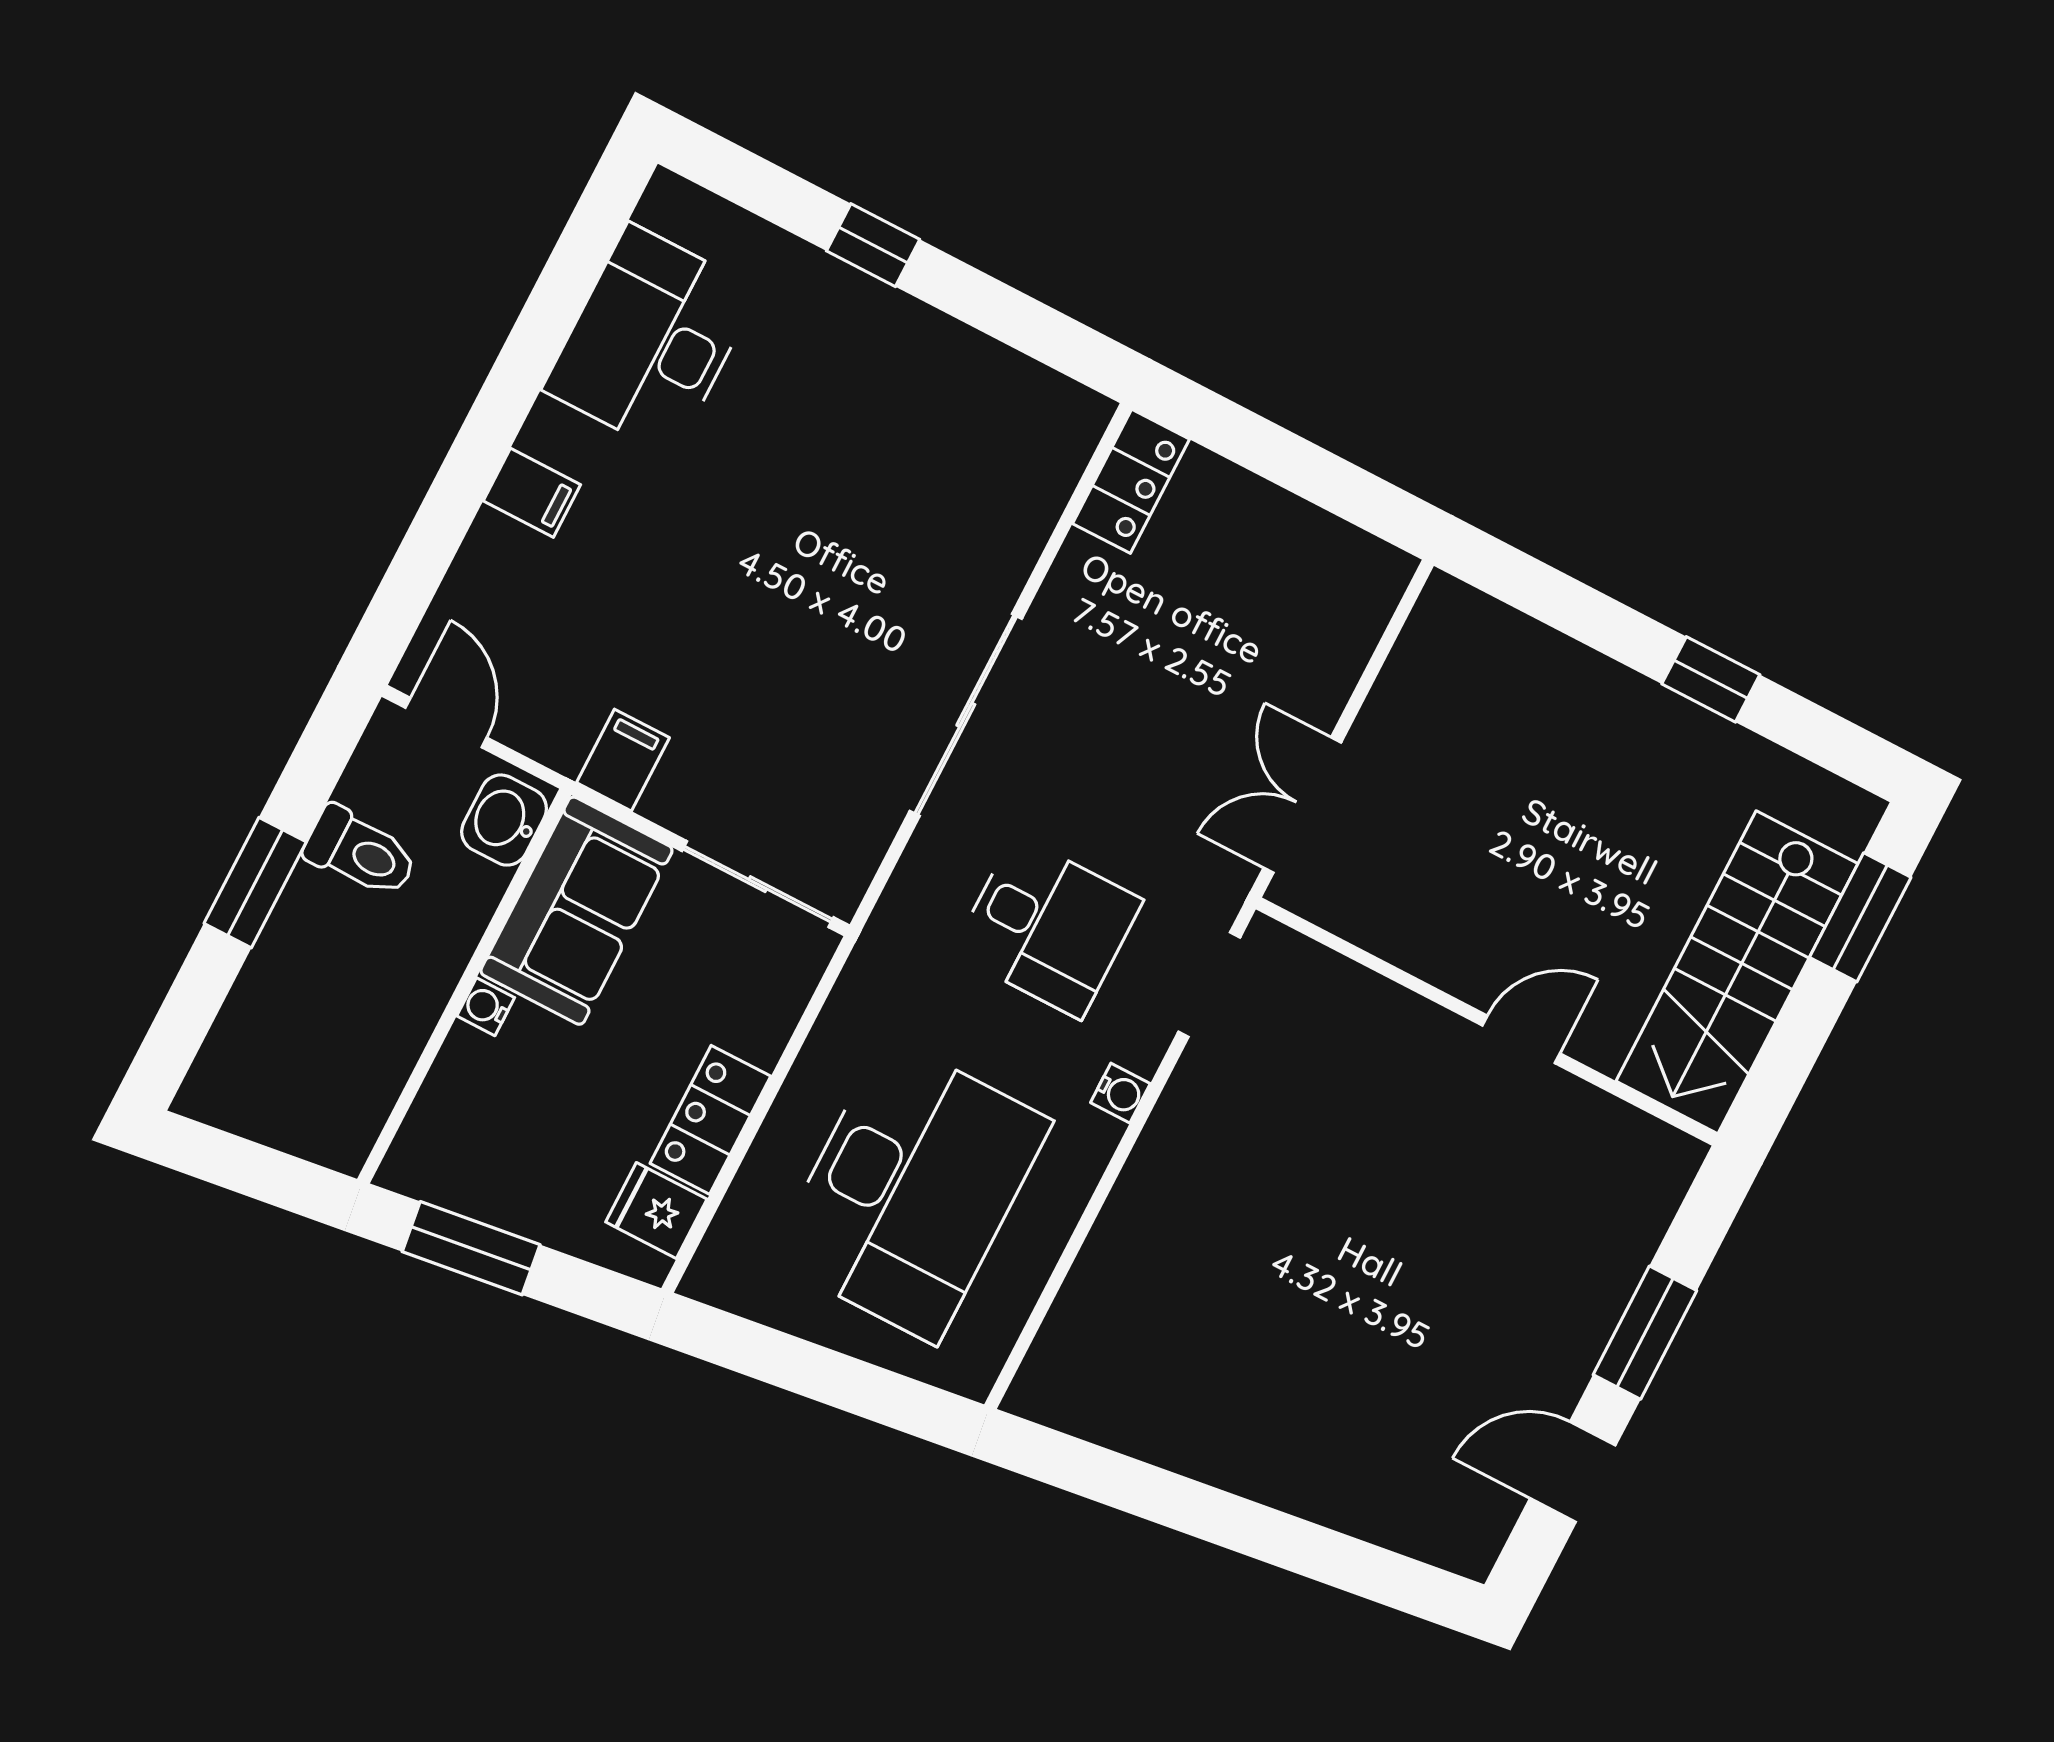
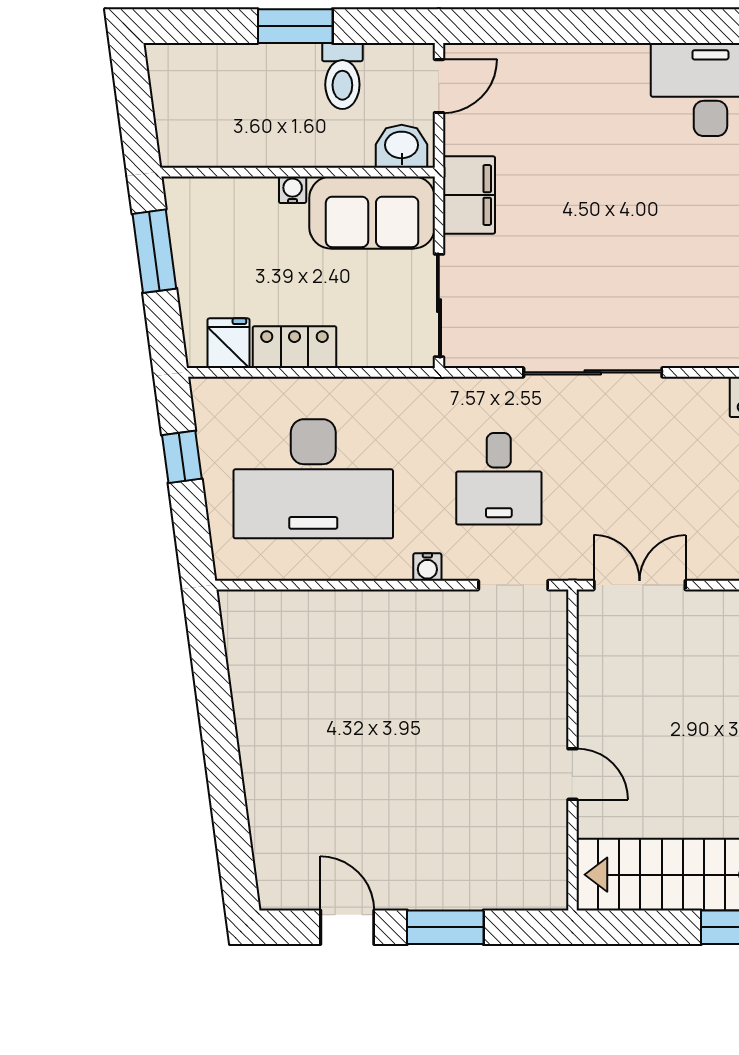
filing cabinet: (532, 493) -> (591, 68), removed
filing cabinet: (623, 760) -> (469, 195), width x2.00
window: (783, 1361) -> (182, 457), added

